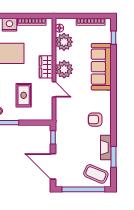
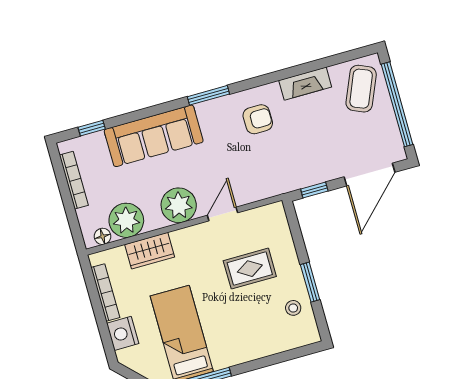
wardrobe: (46, 67) -> (150, 251), moved
armchair: (95, 120) -> (258, 119), turned -90
window: (114, 157) -> (208, 95), moved

